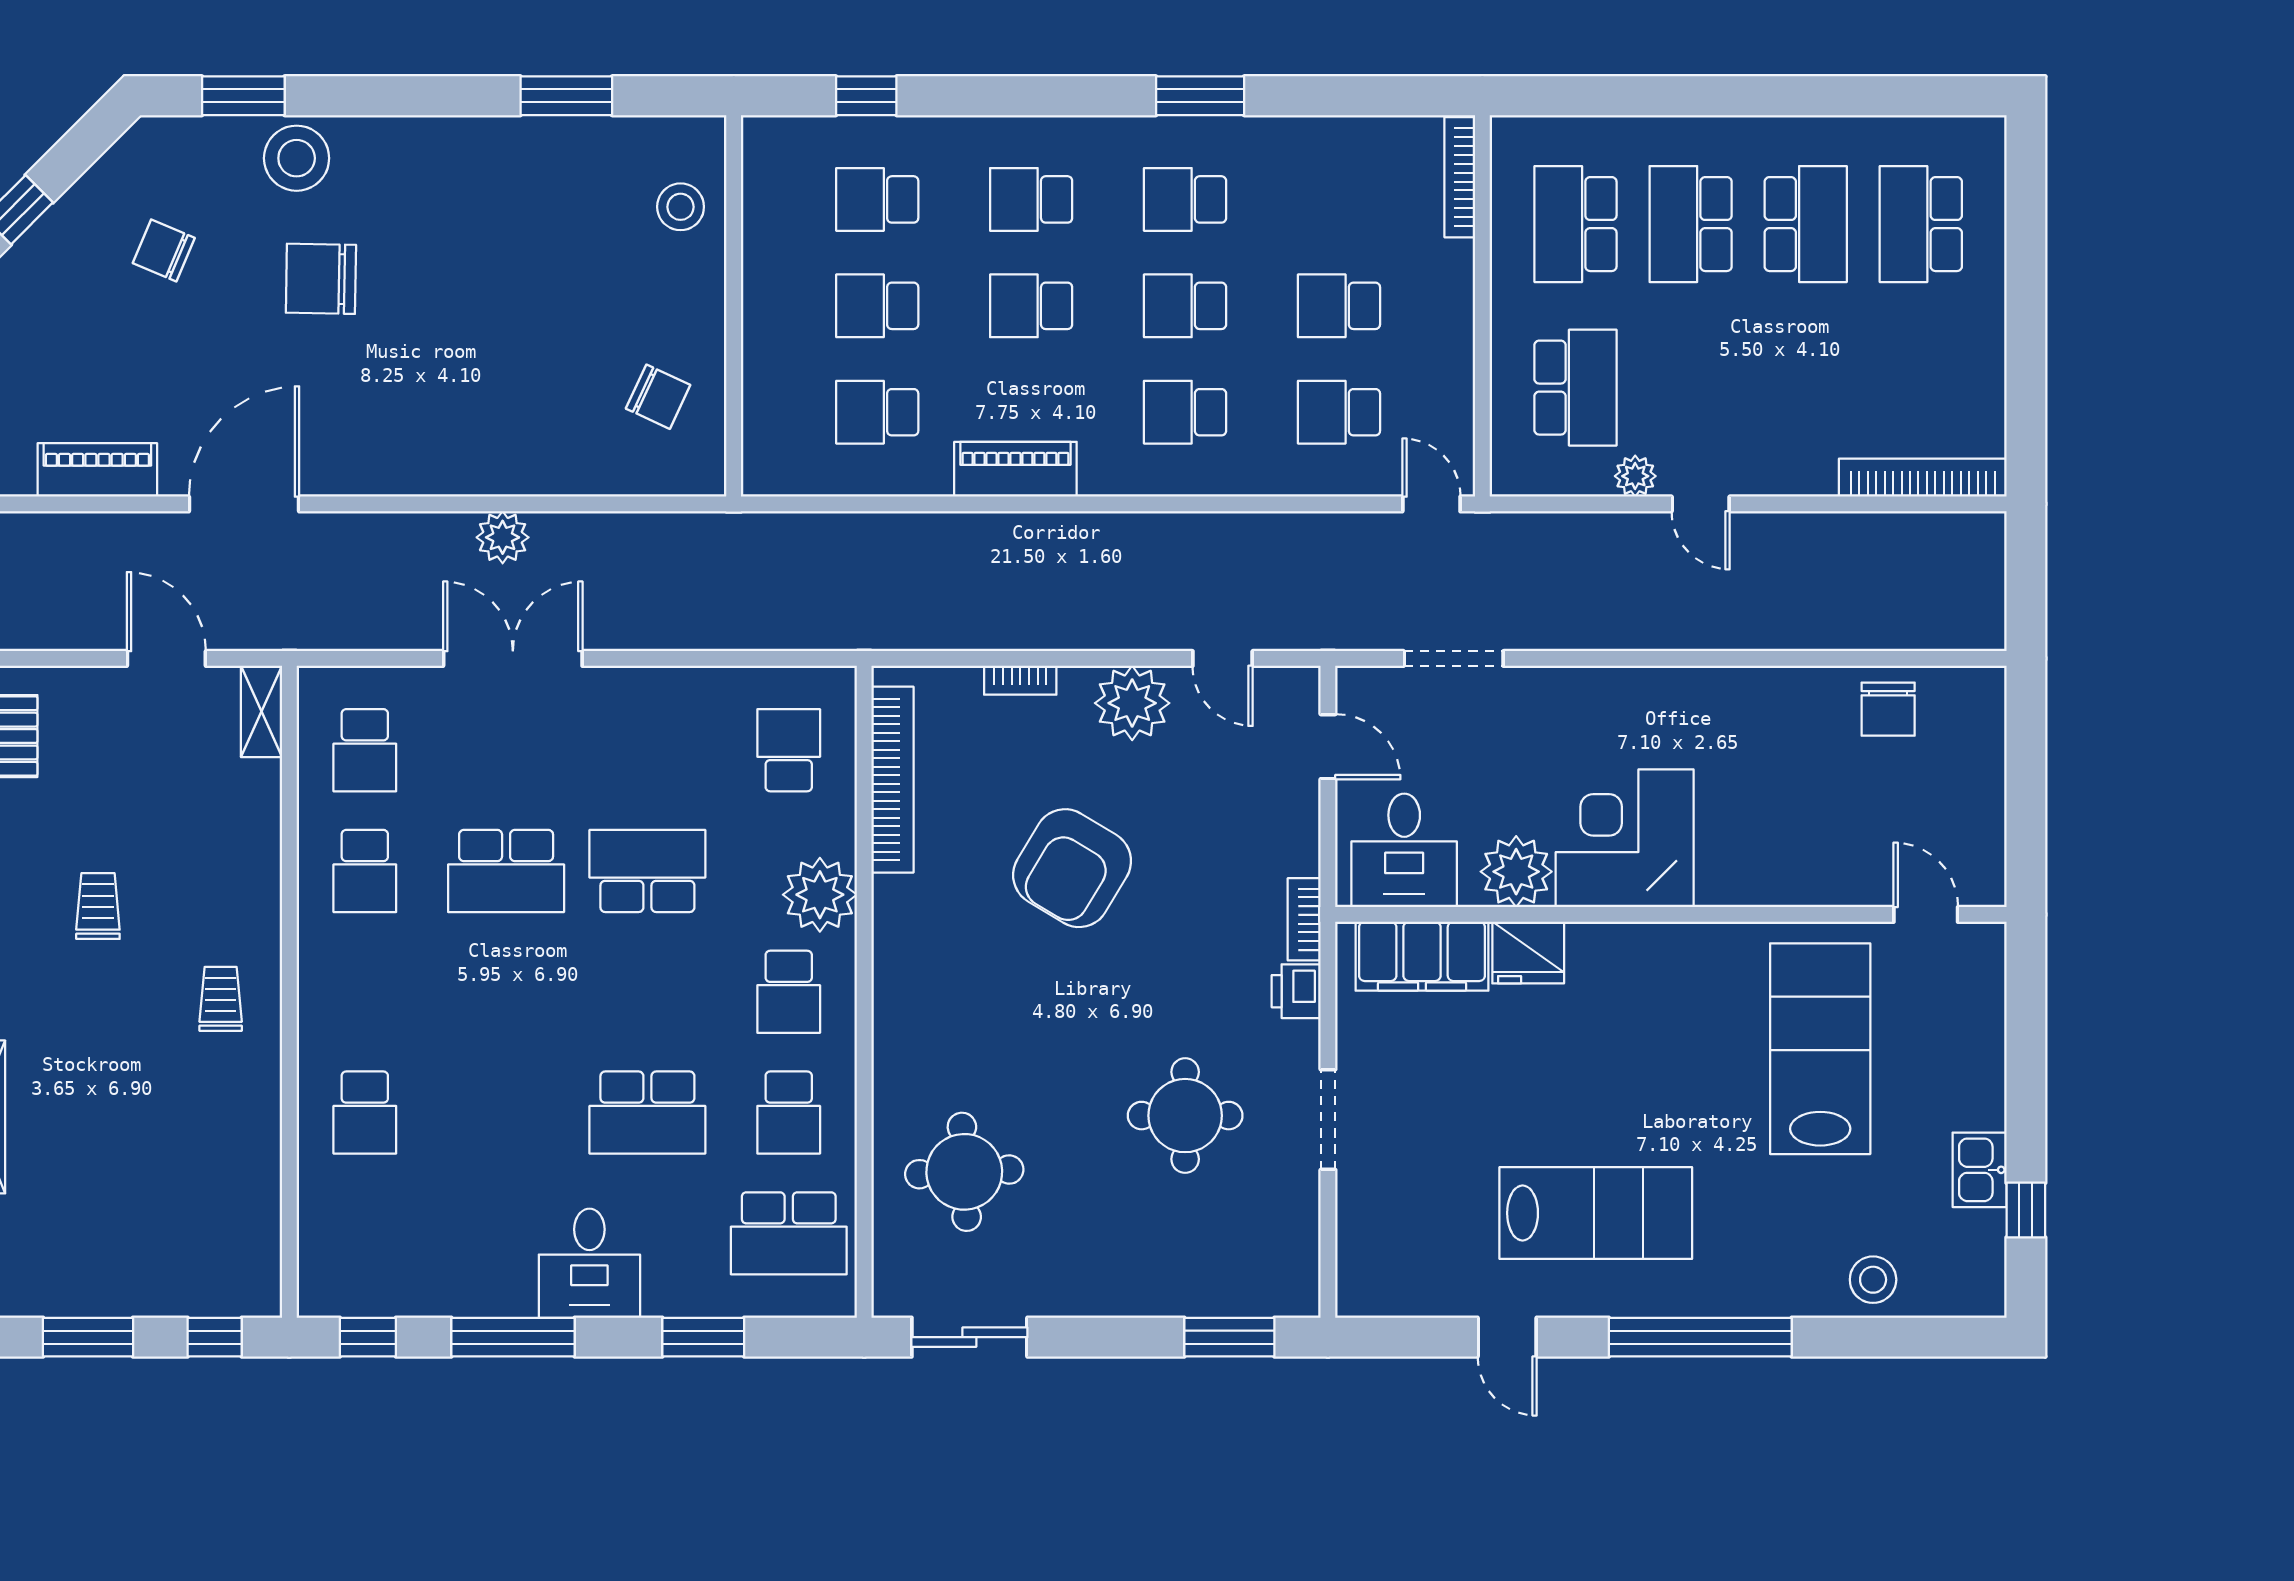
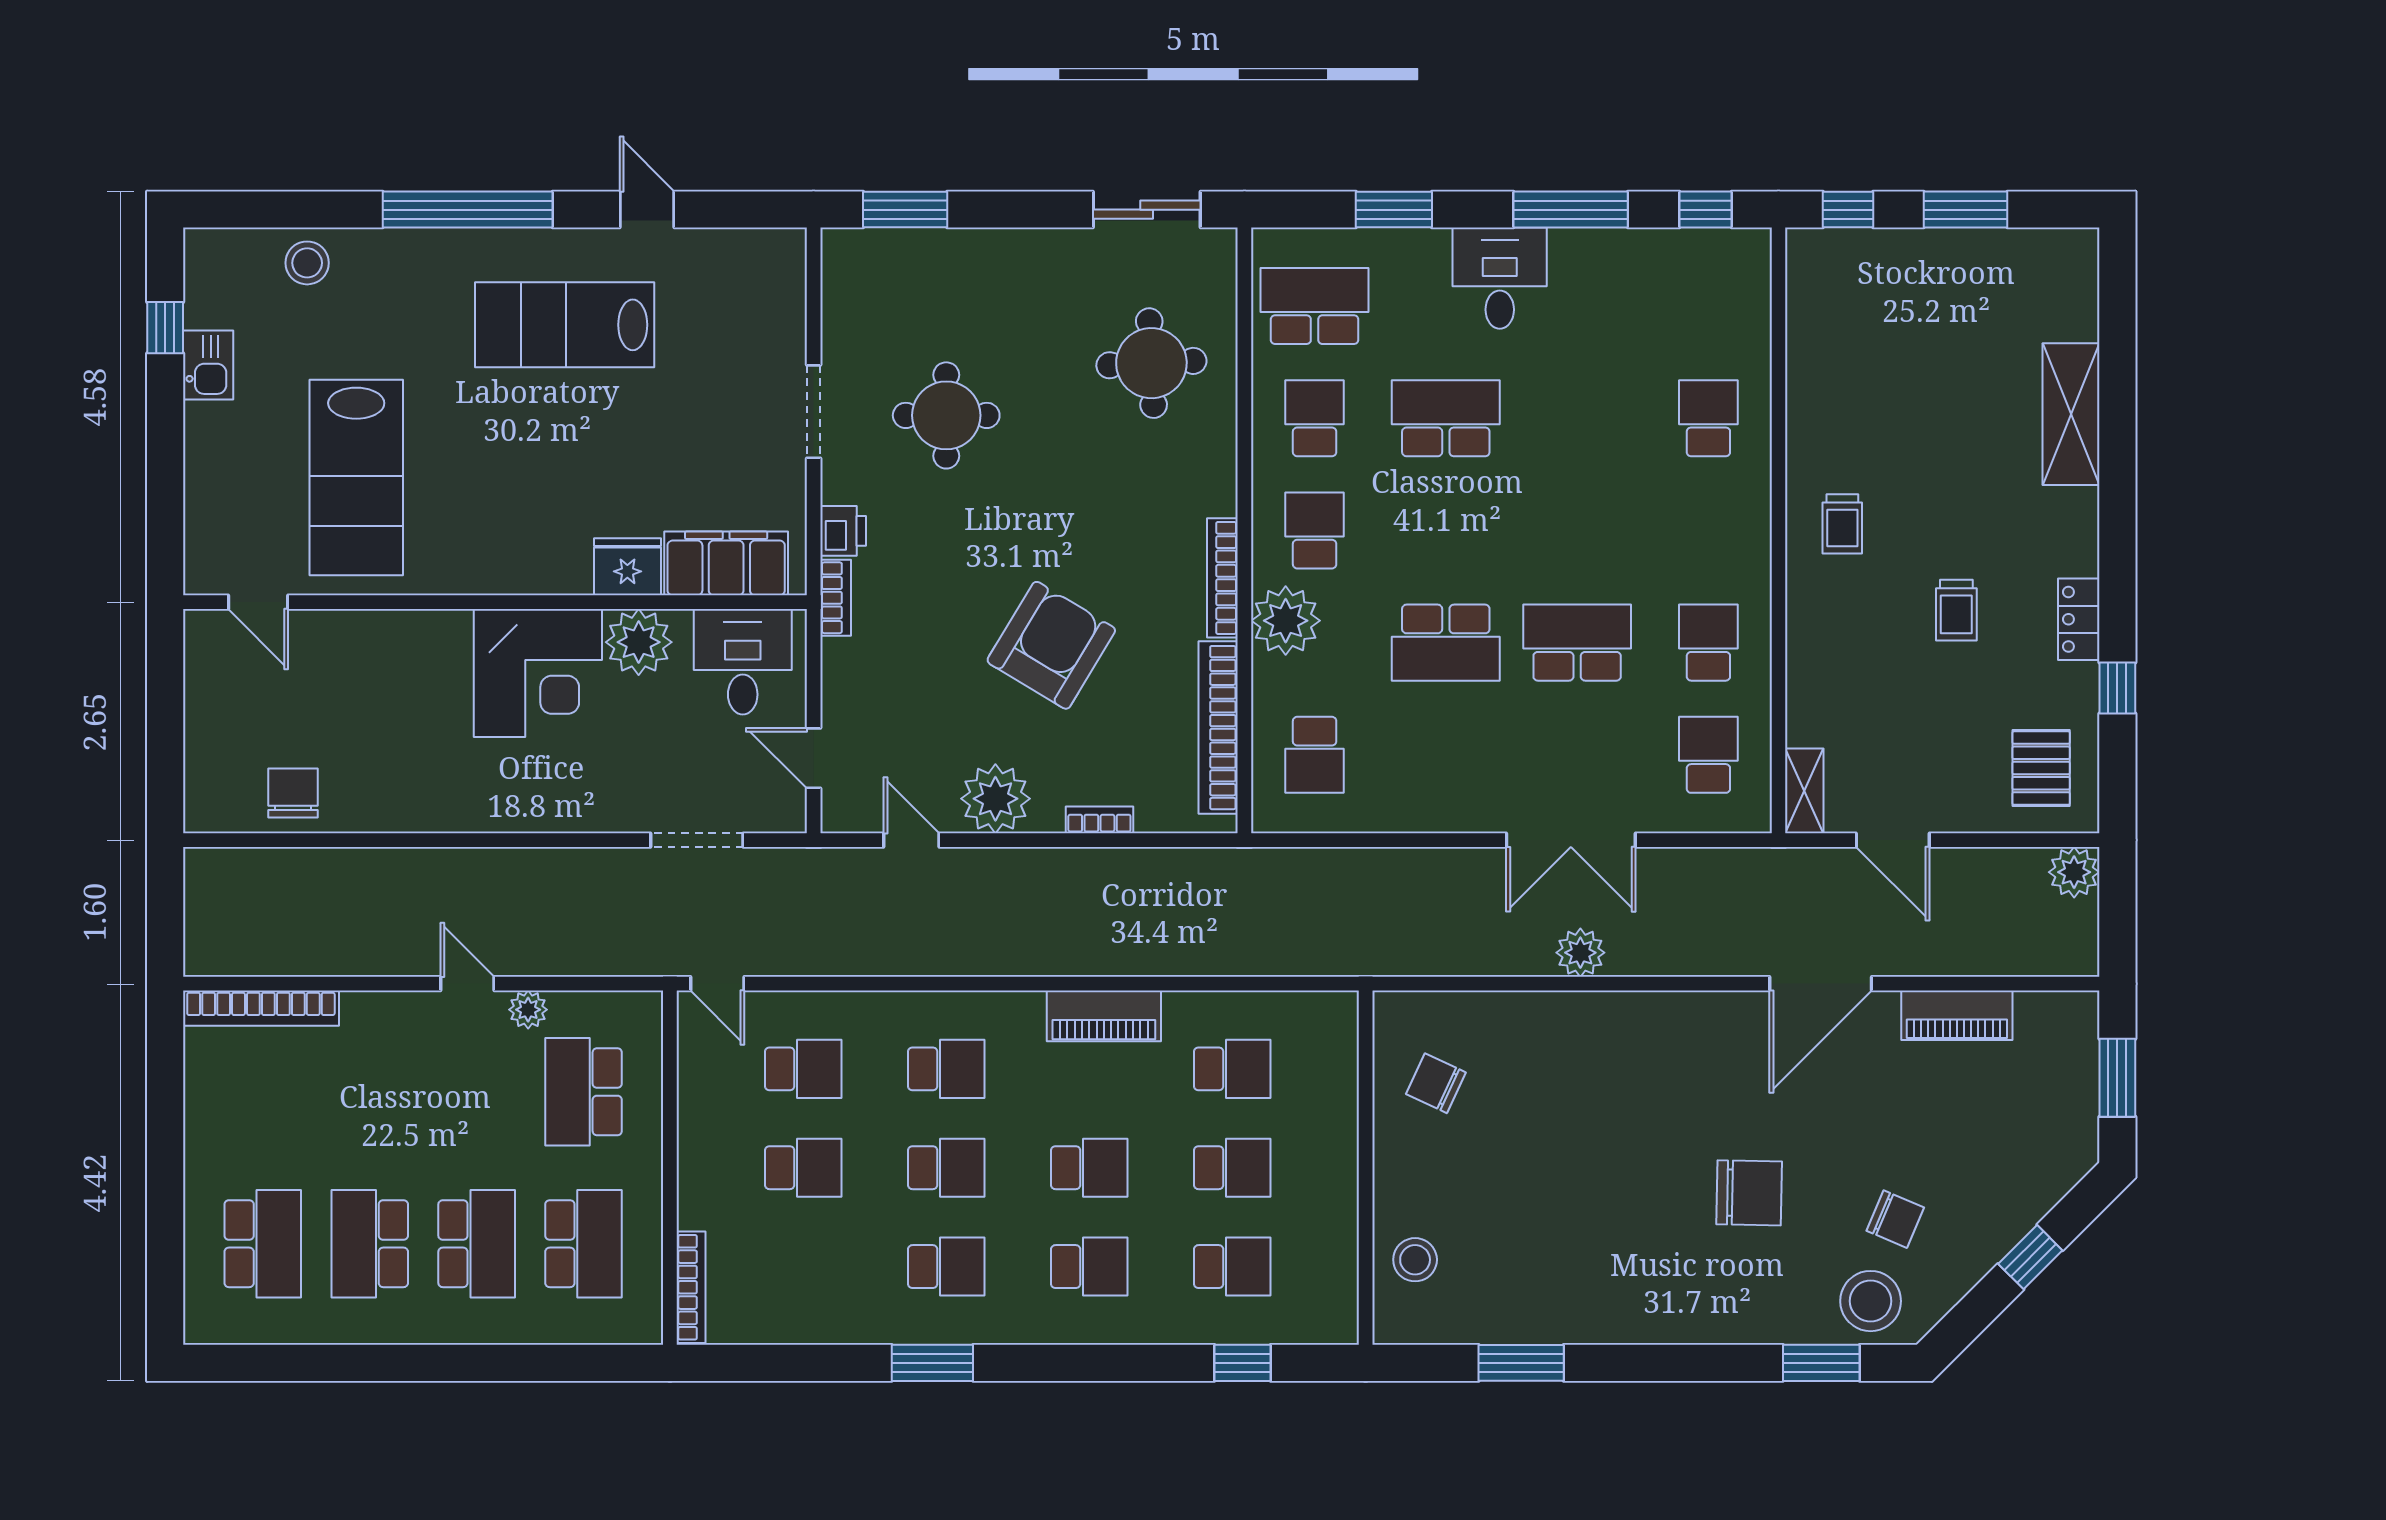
stool: (297, 158) -> (1871, 1301), moved
bookcase: (888, 941) -> (1222, 578), added

